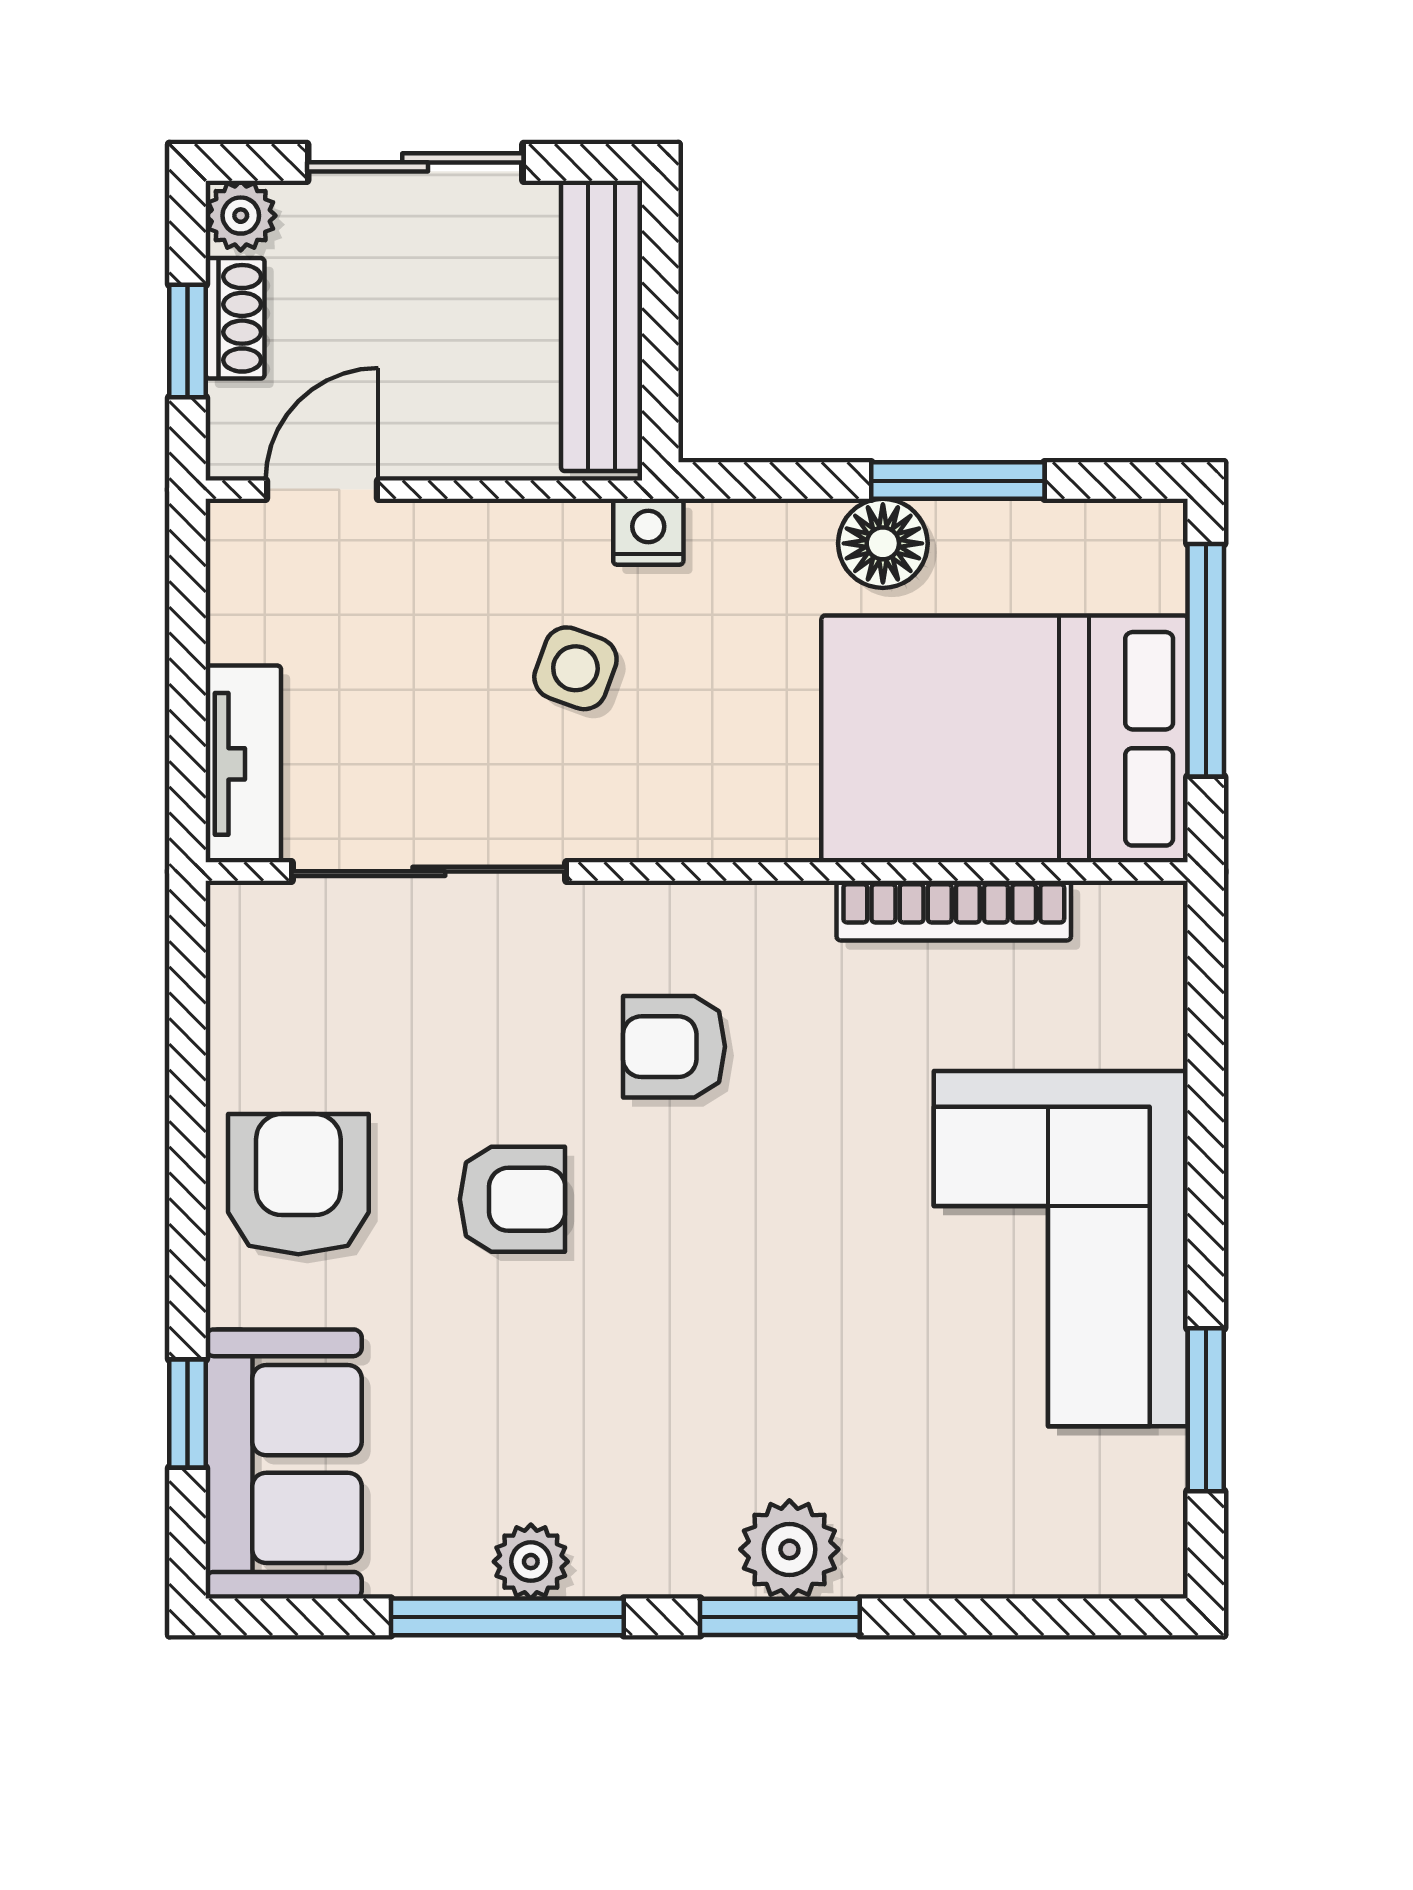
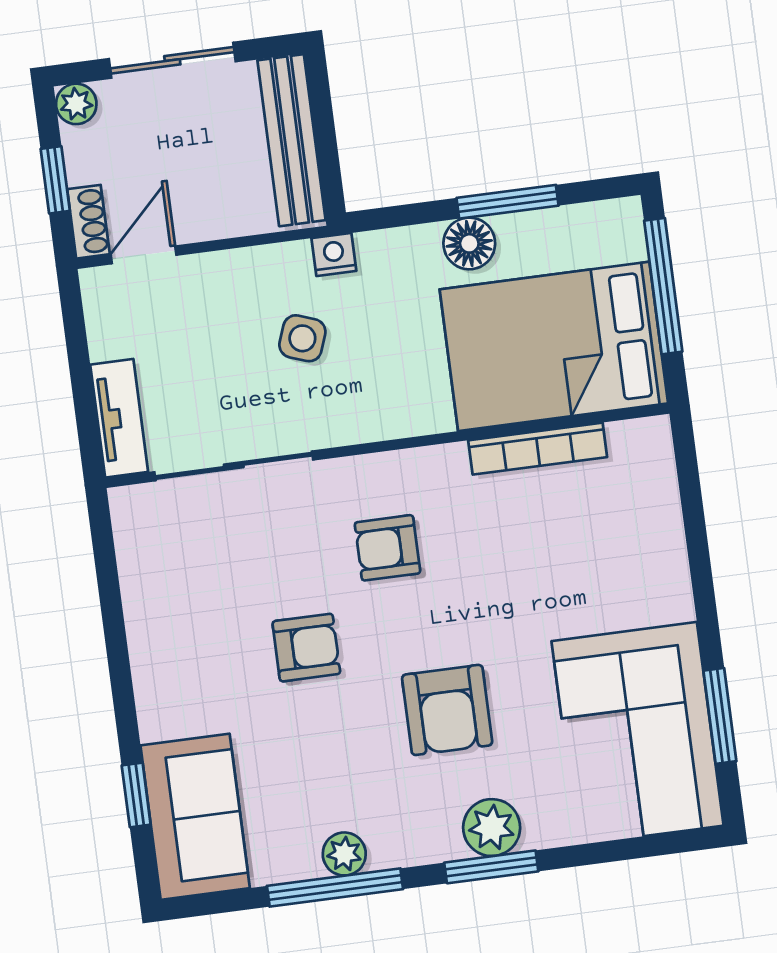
shoe rack: (235, 318) -> (88, 222), moved
armchair: (298, 1184) -> (447, 710), moved, turned 180
corner sofa: (1061, 1249) -> (638, 733), moved

